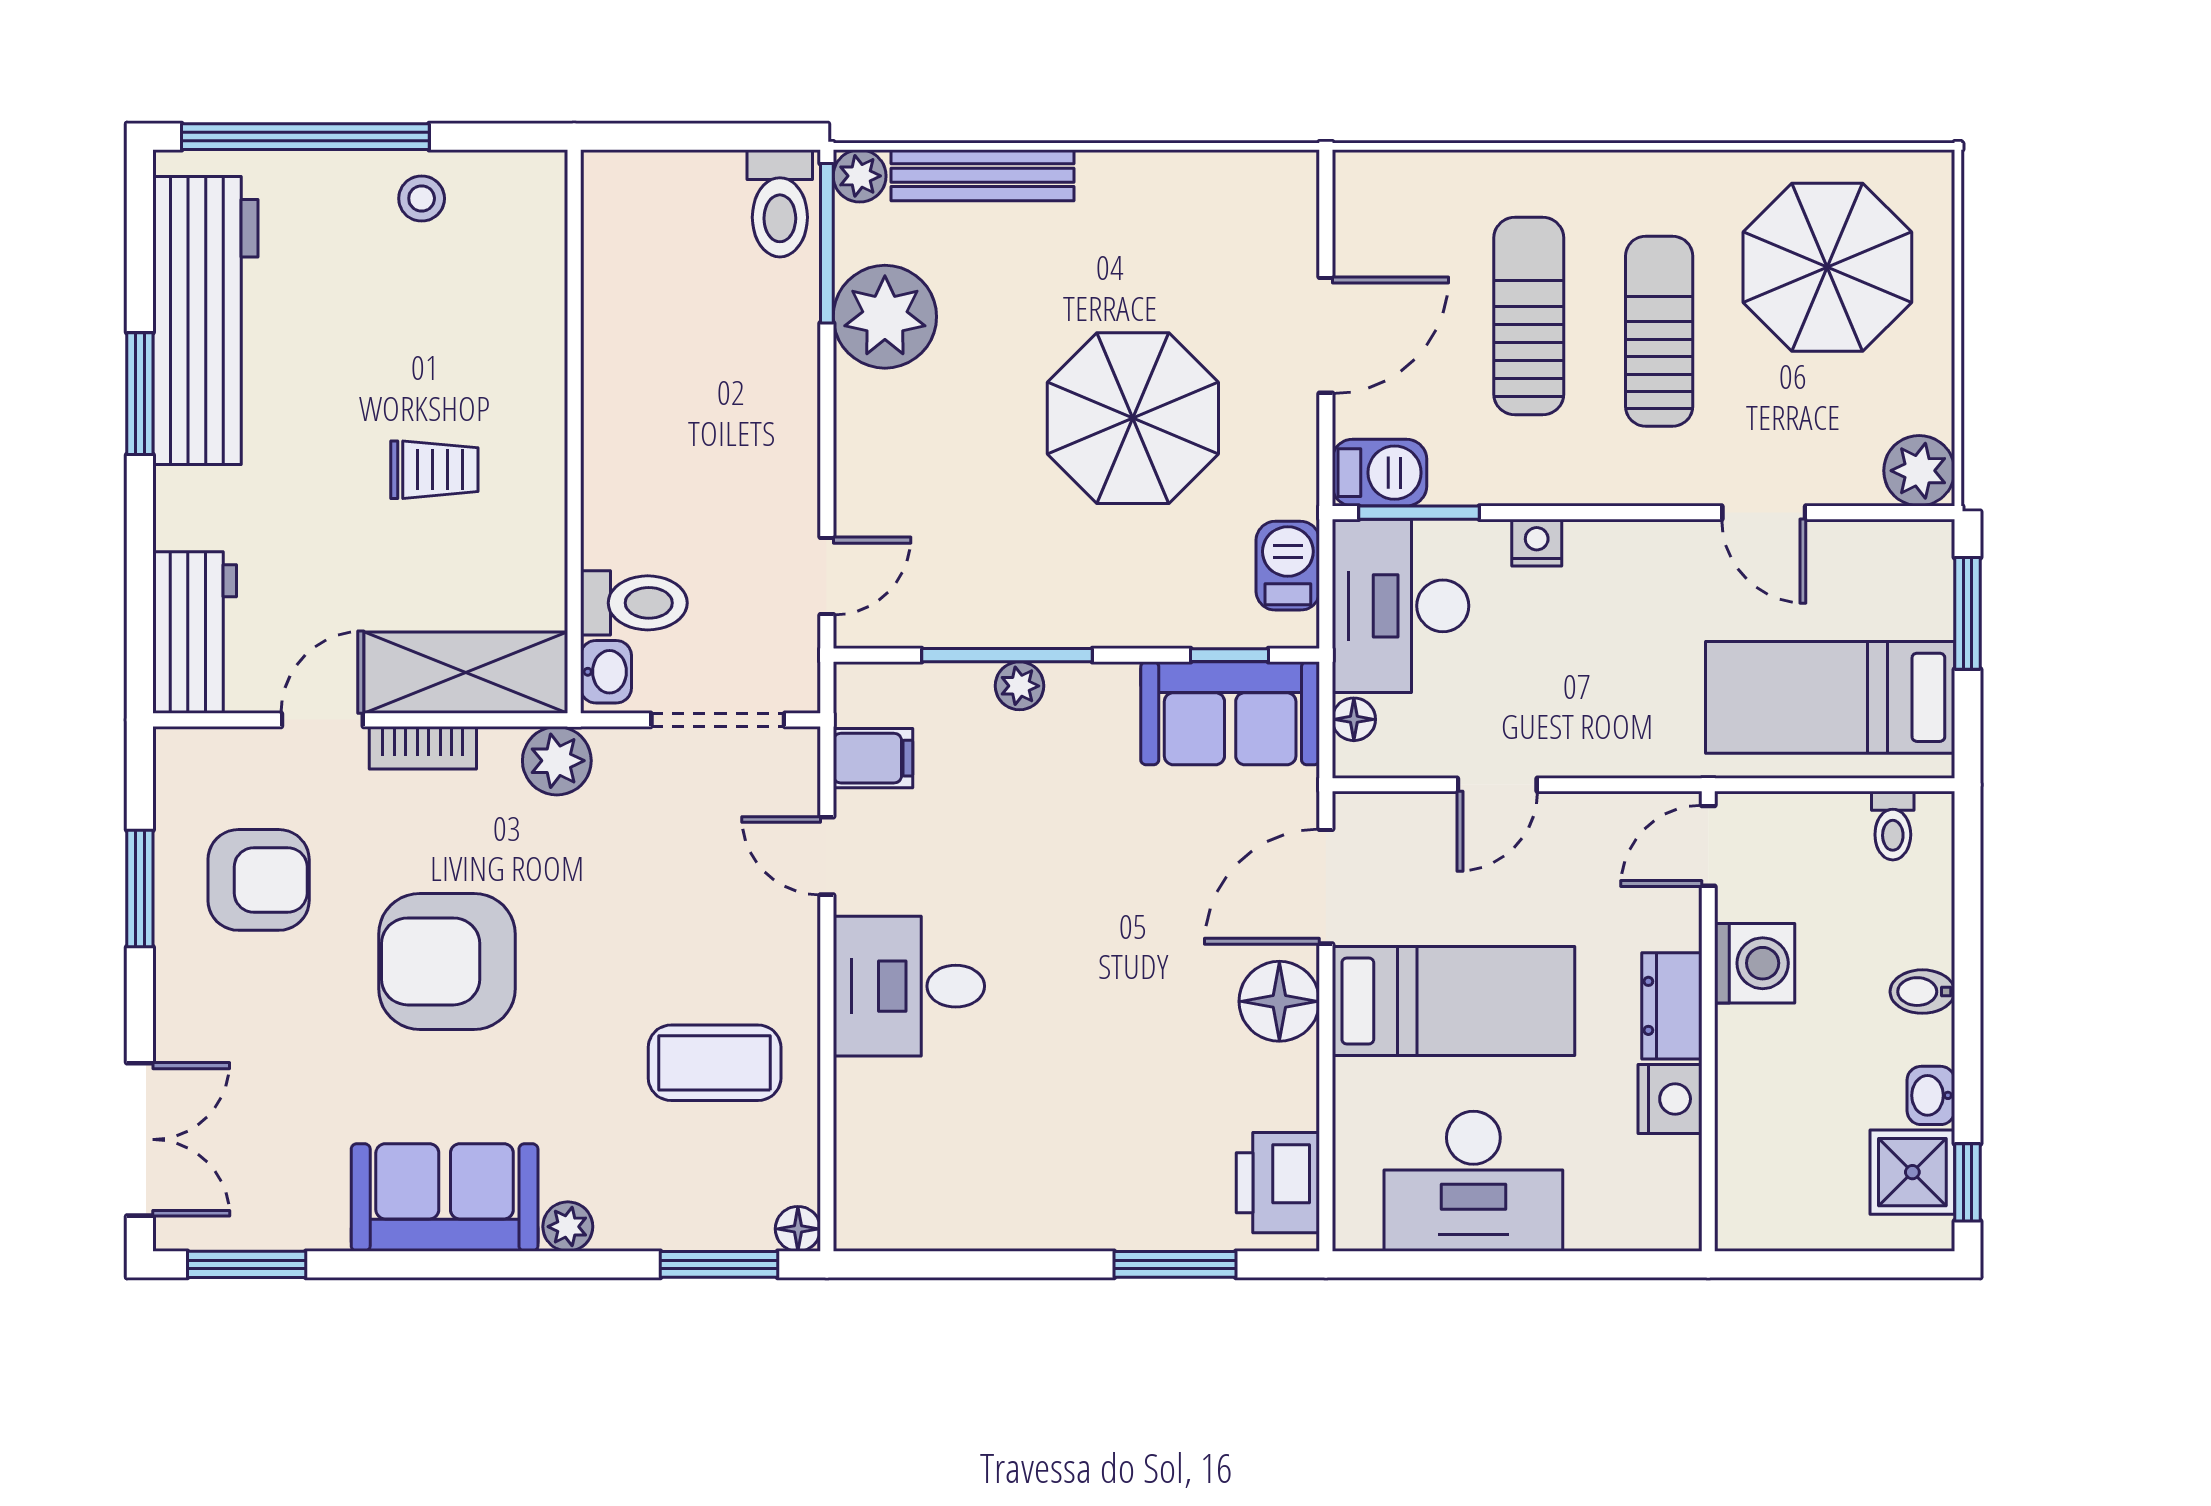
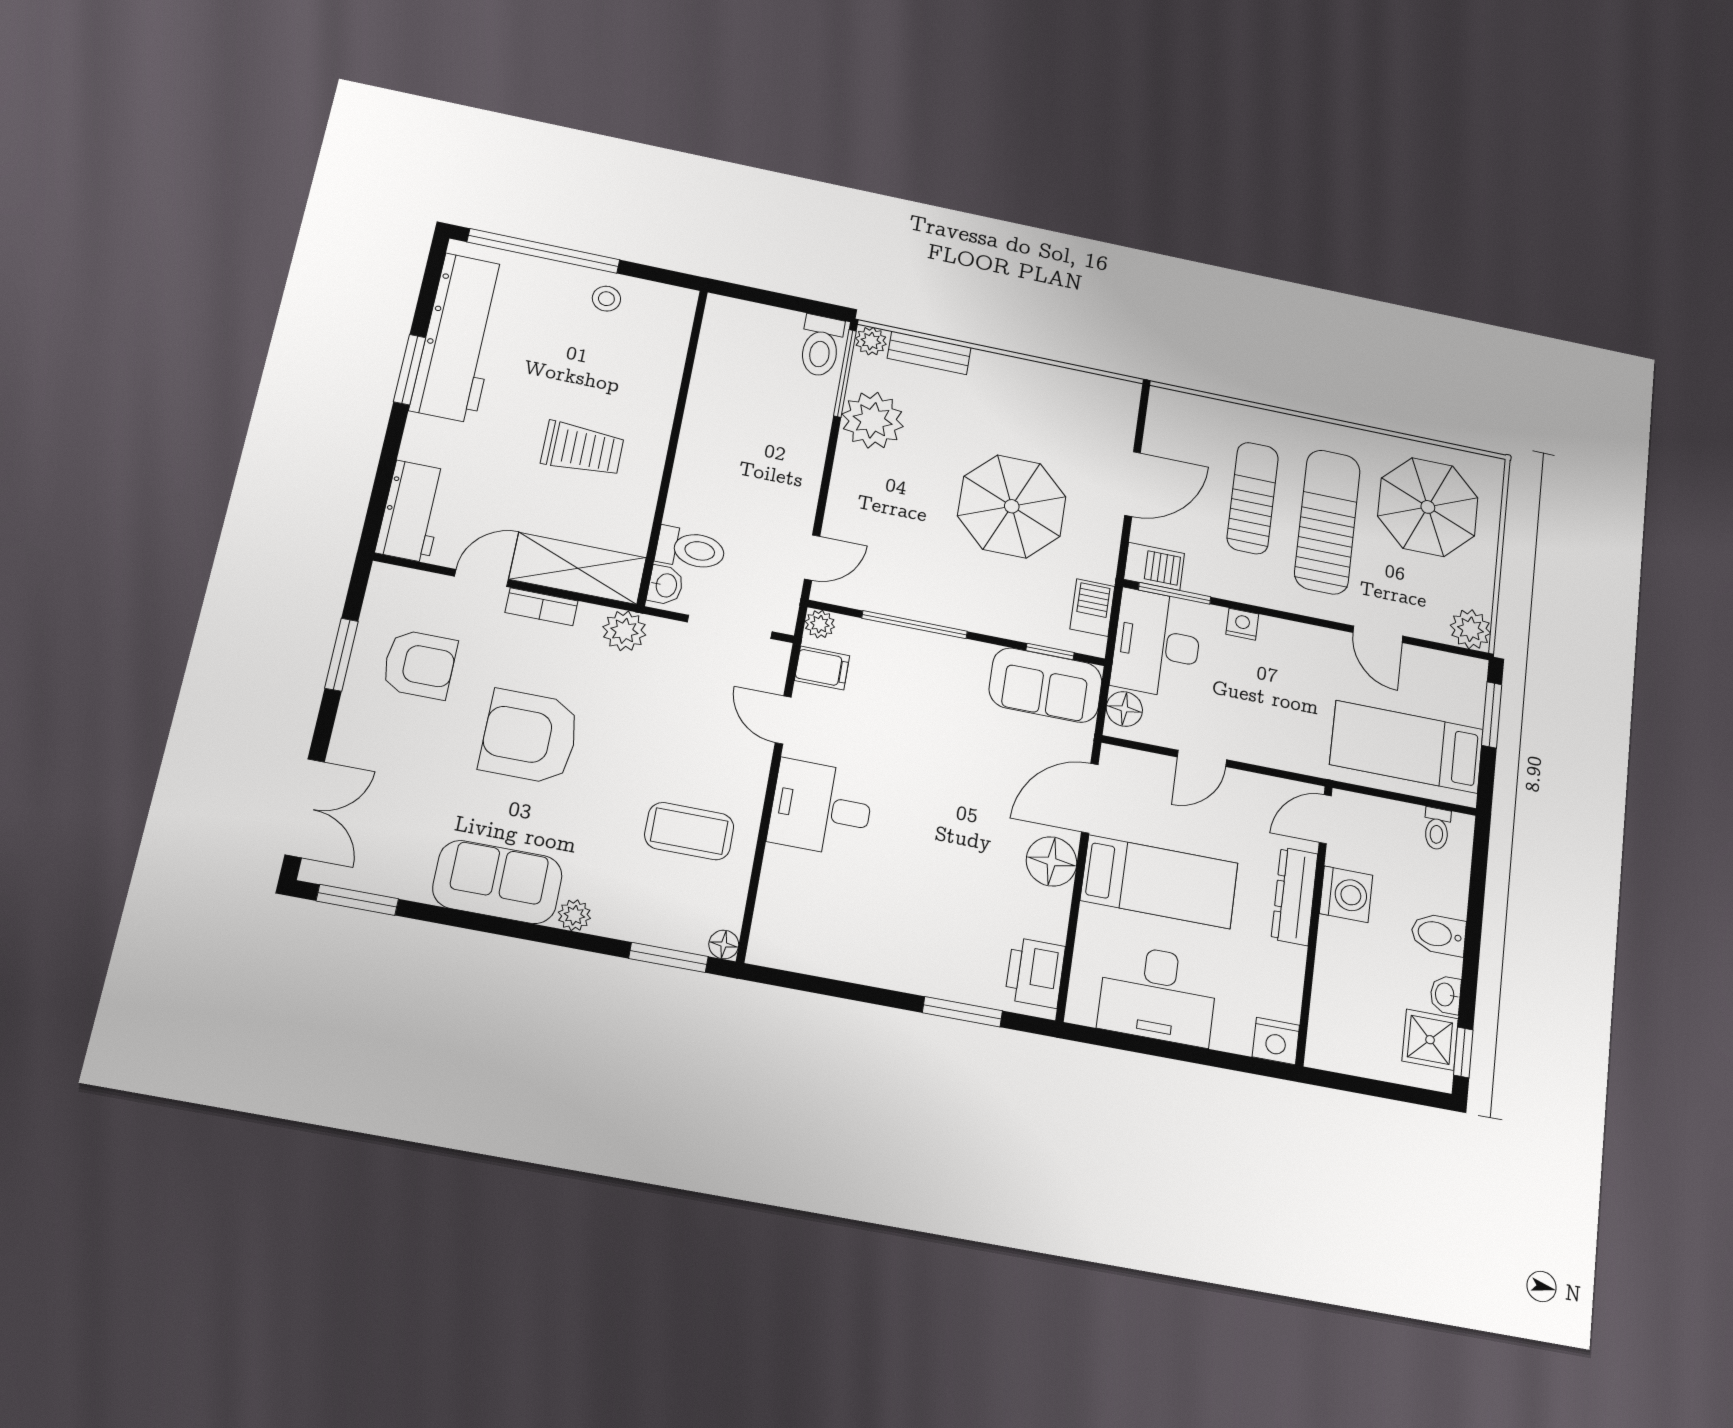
bench: (983, 175) -> (929, 353), width x0.73
sun lounger: (1659, 331) -> (1327, 522), width x1.36, depth x1.34
trolley: (434, 470) -> (583, 449), width x1.36, depth x1.39
plant: (1019, 686) -> (820, 624), moved
floor lamp: (1354, 719) -> (1124, 709), width x1.37, depth x1.37
bidet: (1922, 992) -> (1438, 934), width x1.38, depth x1.36
dresser: (1672, 1006) -> (1294, 896), width x1.44
nightstand: (1670, 1099) -> (1276, 1041), moved, turned 90

